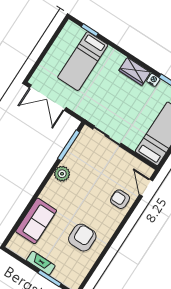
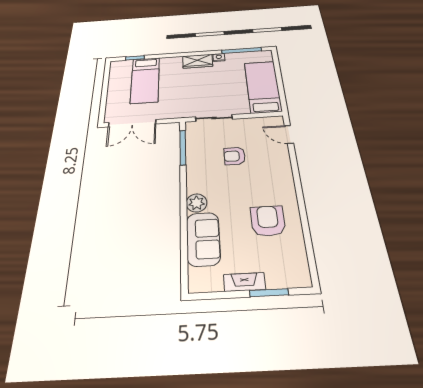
plant: (62, 174) -> (196, 203), moved
armchair: (120, 199) -> (235, 156), moved

